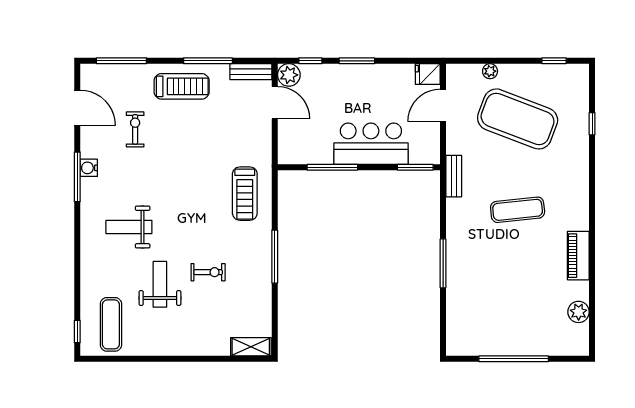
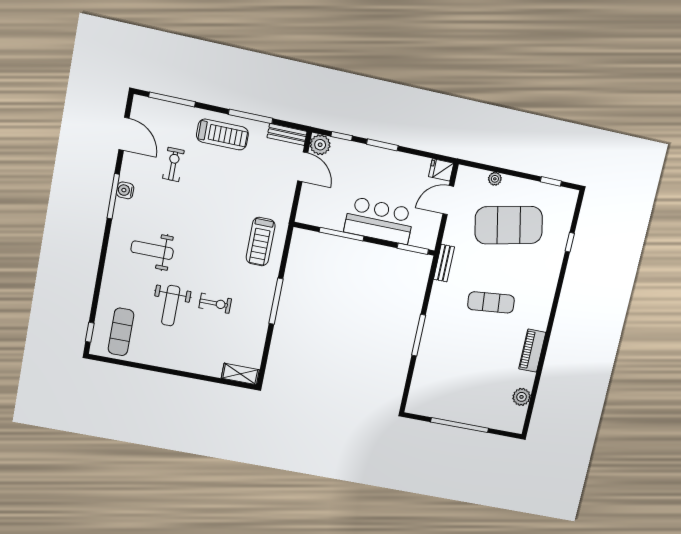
exercise mat: (518, 119) -> (509, 225), turned -33
weight bench: (160, 284) -> (171, 306), turned 180

